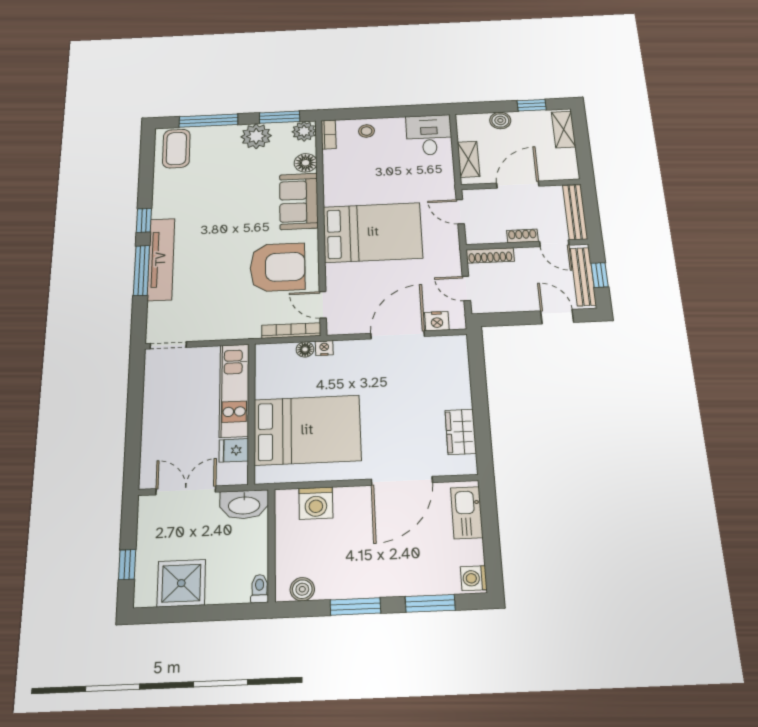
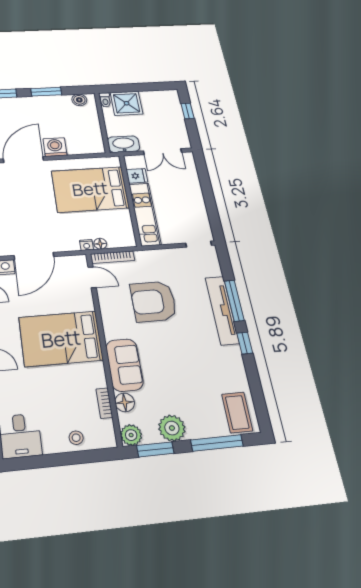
bookcase: (329, 135) -> (104, 403), moved
armchair: (278, 267) -> (153, 302), moved
washing machine: (316, 503) -> (55, 147), moved
shower: (181, 583) -> (127, 103), moved

